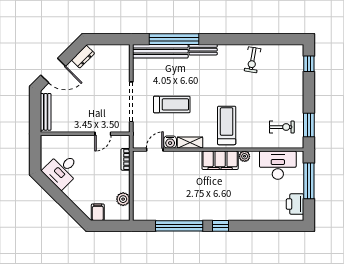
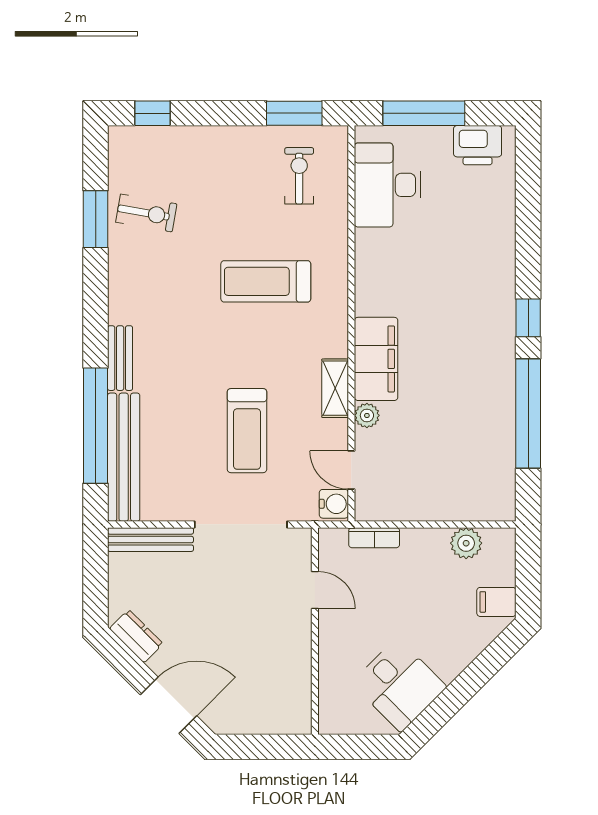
window: (263, 39) -> (96, 219), added
exercise bike: (253, 60) -> (146, 213), moved
door: (53, 71) -> (168, 705), hinge flipped
treadmill: (172, 104) -> (247, 431), turned 180
bench: (46, 112) -> (151, 540), moved
treadmill: (227, 125) -> (266, 281), moved
water cooler: (170, 142) -> (334, 504), moved
plant: (245, 156) -> (367, 415), moved
filing cabinet: (220, 160) -> (376, 359), moved

